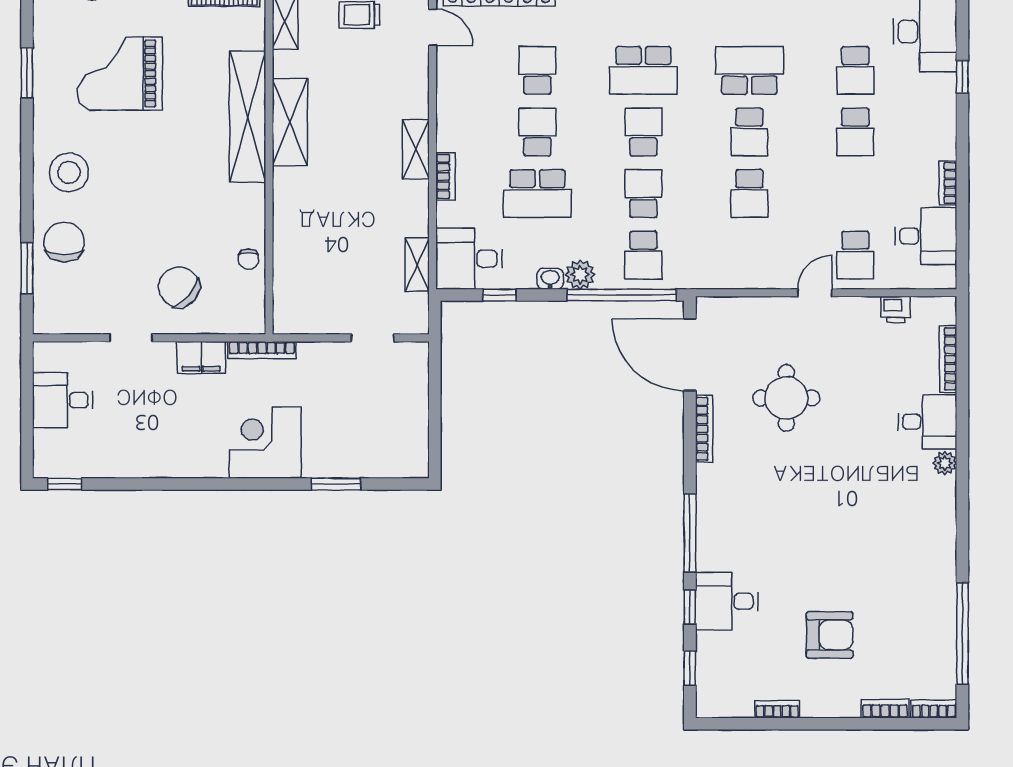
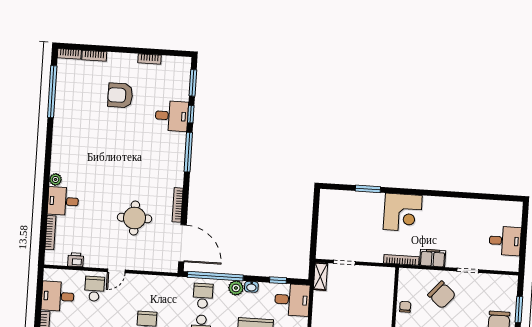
shelving: (417, 265) -> (320, 276), moved
window: (65, 484) -> (507, 198), removed
window: (690, 668) -> (193, 83), width x1.50

